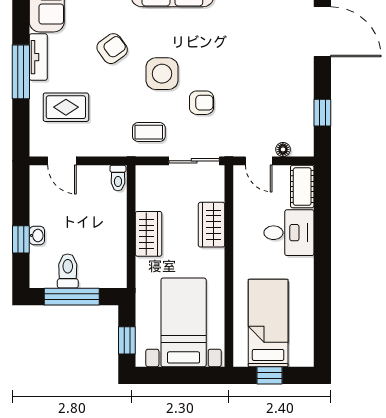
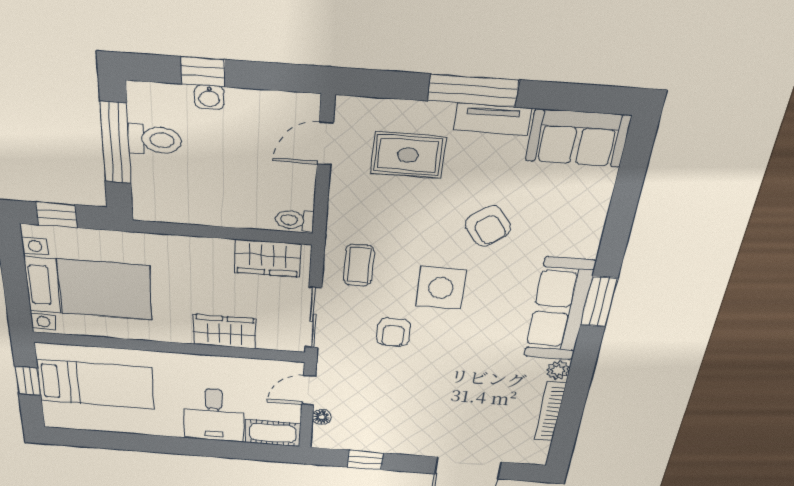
rug: (66, 107) -> (408, 155), turned 90
wardrobe: (149, 234) -> (268, 258), moved

